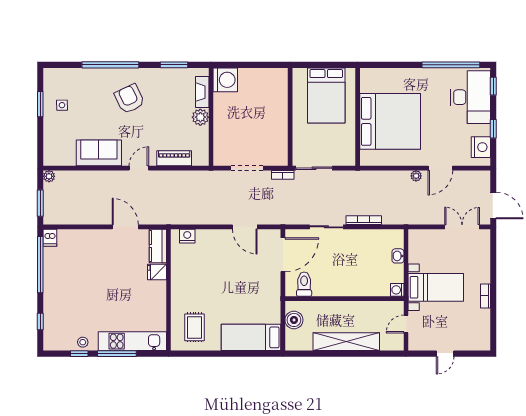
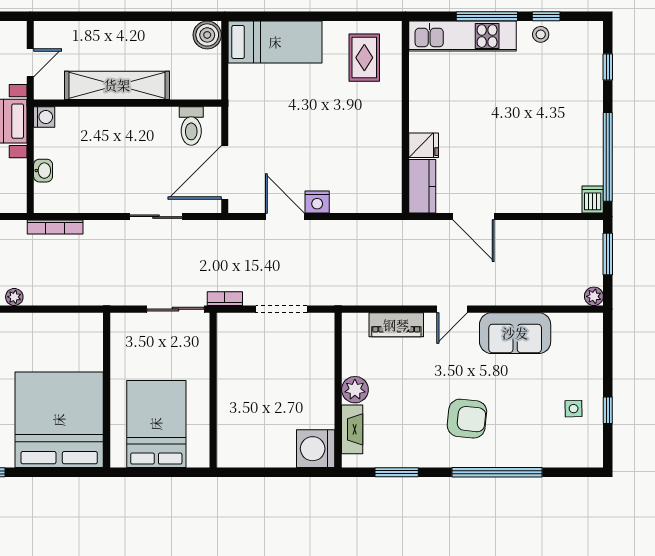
armchair: (129, 99) -> (467, 419), turned -59
window: (40, 104) -> (608, 410), width x0.67
bed: (390, 121) -> (59, 420), moved, turned 90
bookcase: (364, 220) -> (55, 227), moved
nightstand: (187, 236) -> (317, 202), moved
boiler: (294, 320) -> (207, 35), moved
shelving: (346, 342) -> (117, 85), moved

